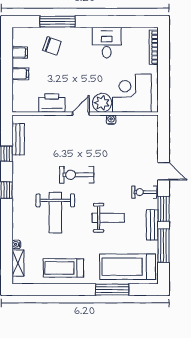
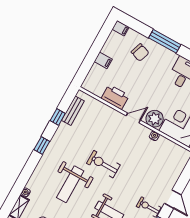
window: (58, 22) -> (165, 41), moved
filing cabinet: (20, 52) -> (121, 28), moved

